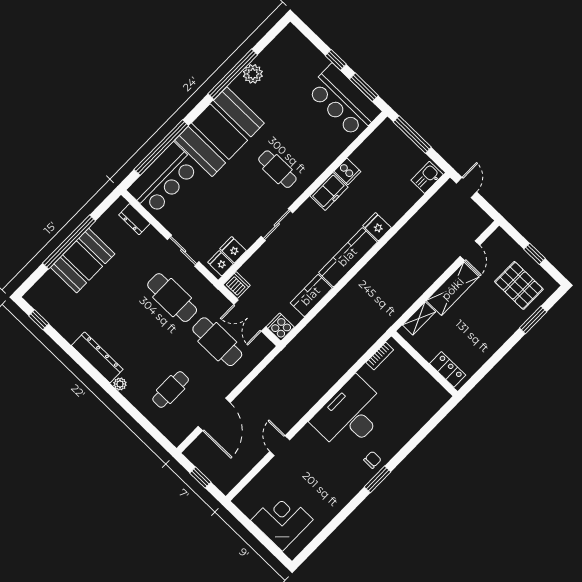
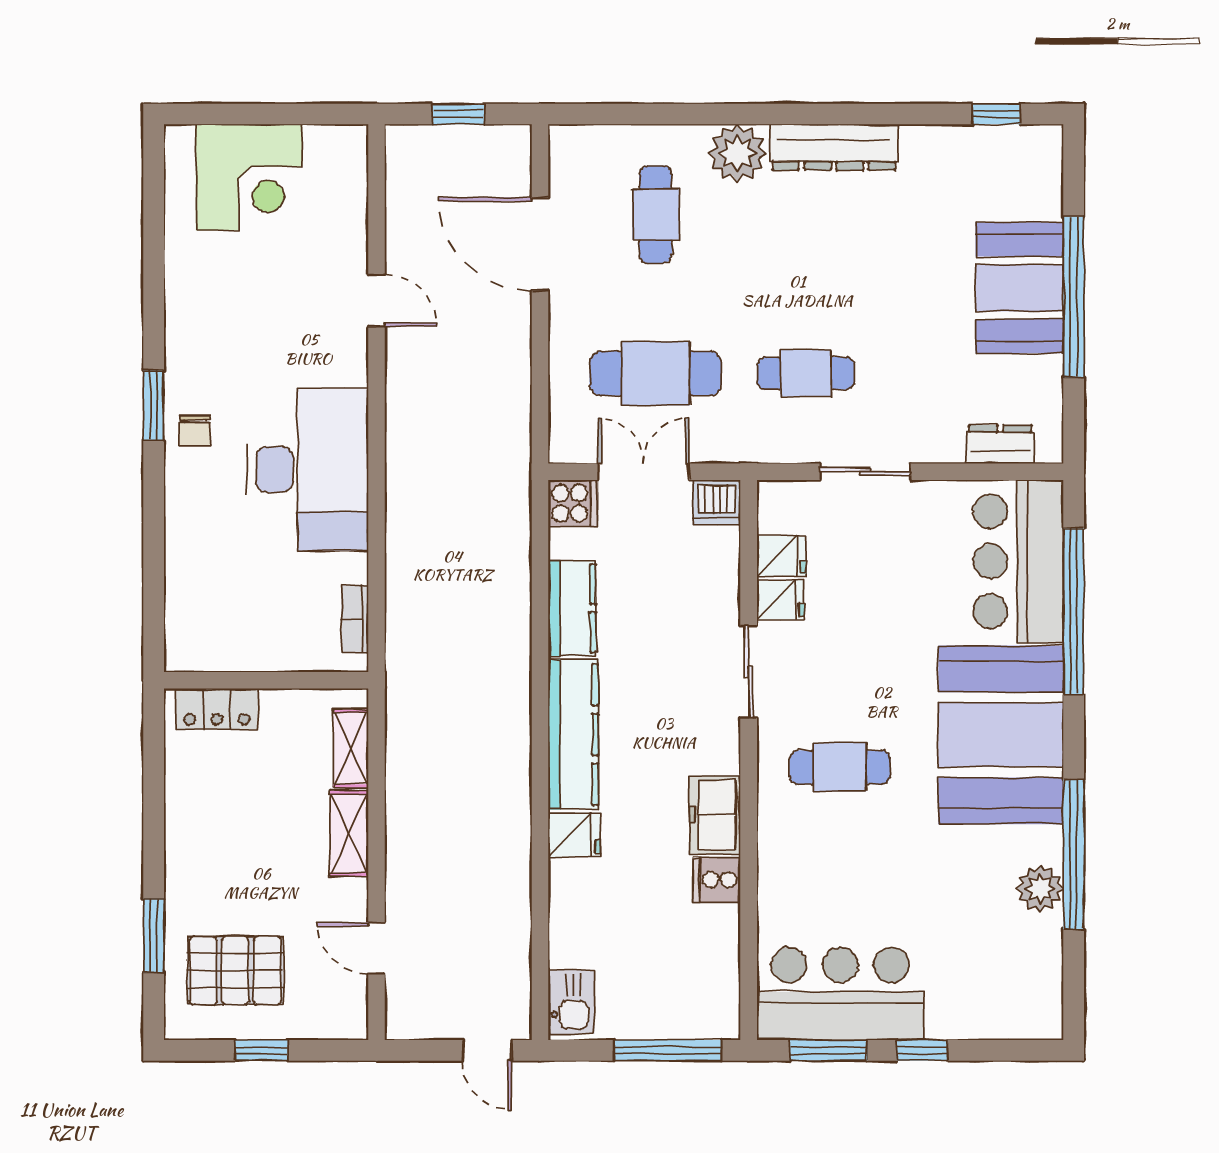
fridge: (221, 263) -> (780, 600), moved
shelving: (453, 289) -> (349, 833), width x0.67, depth x0.75
cafe table: (172, 298) -> (806, 373), width x0.73, depth x0.74
plant: (120, 384) -> (737, 153), width x1.88, depth x1.88

